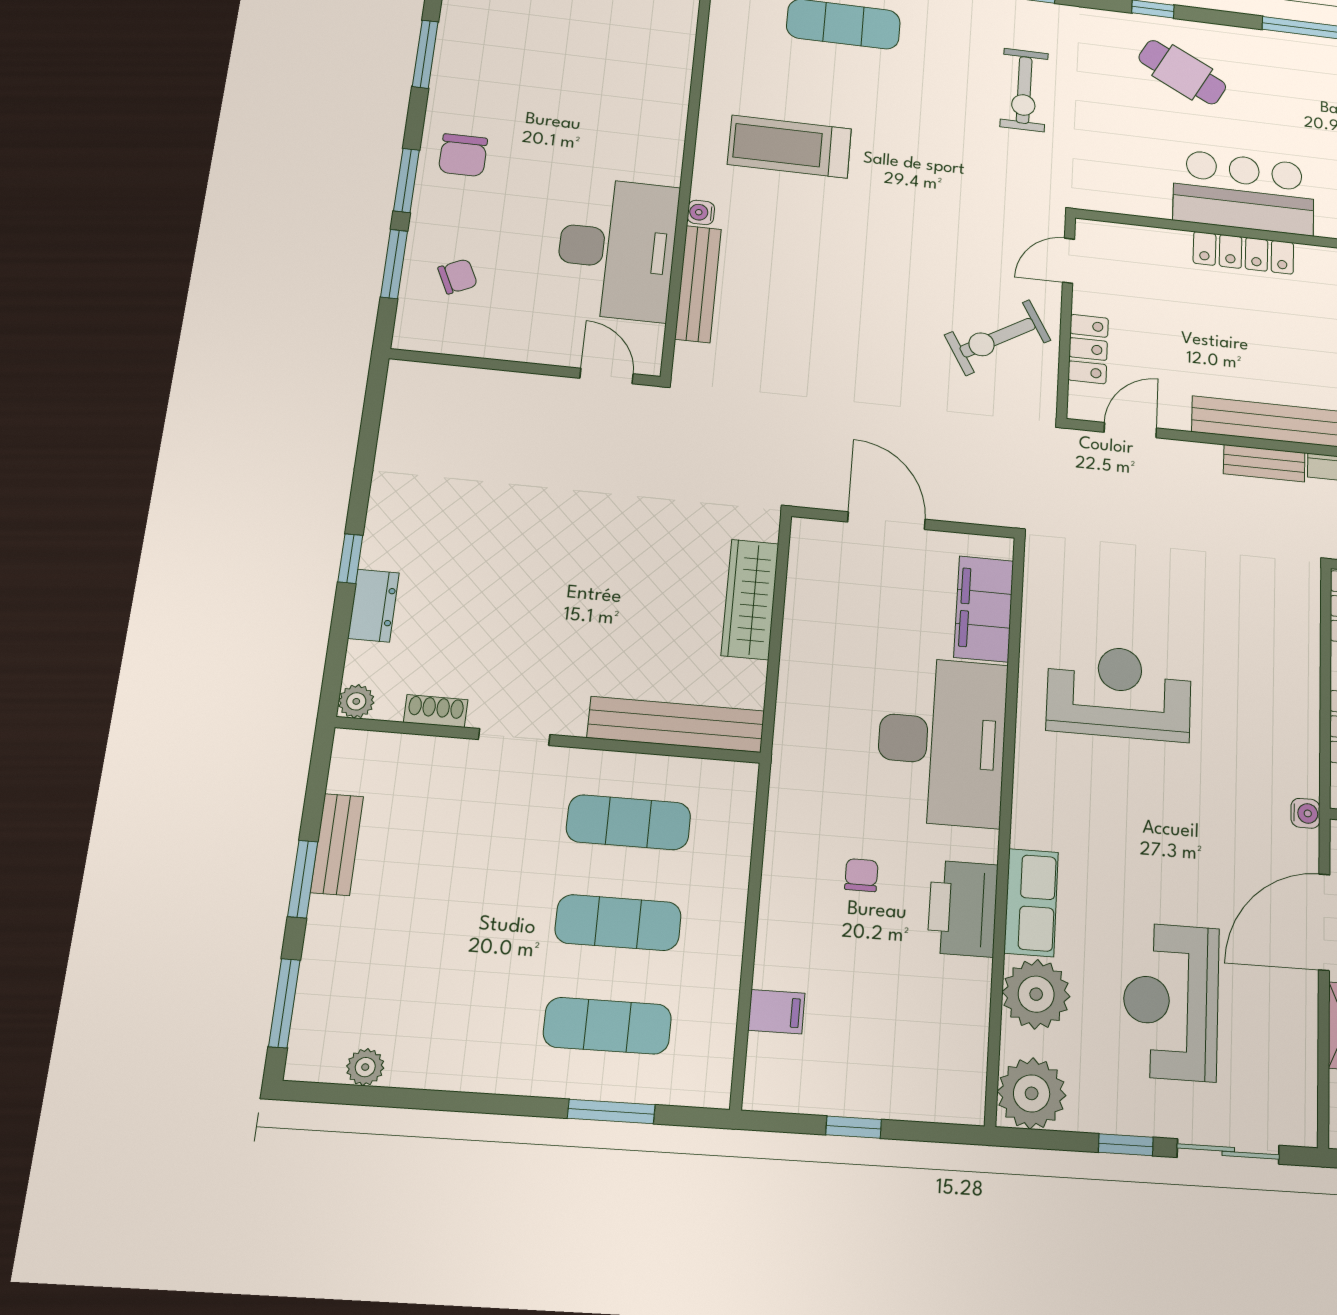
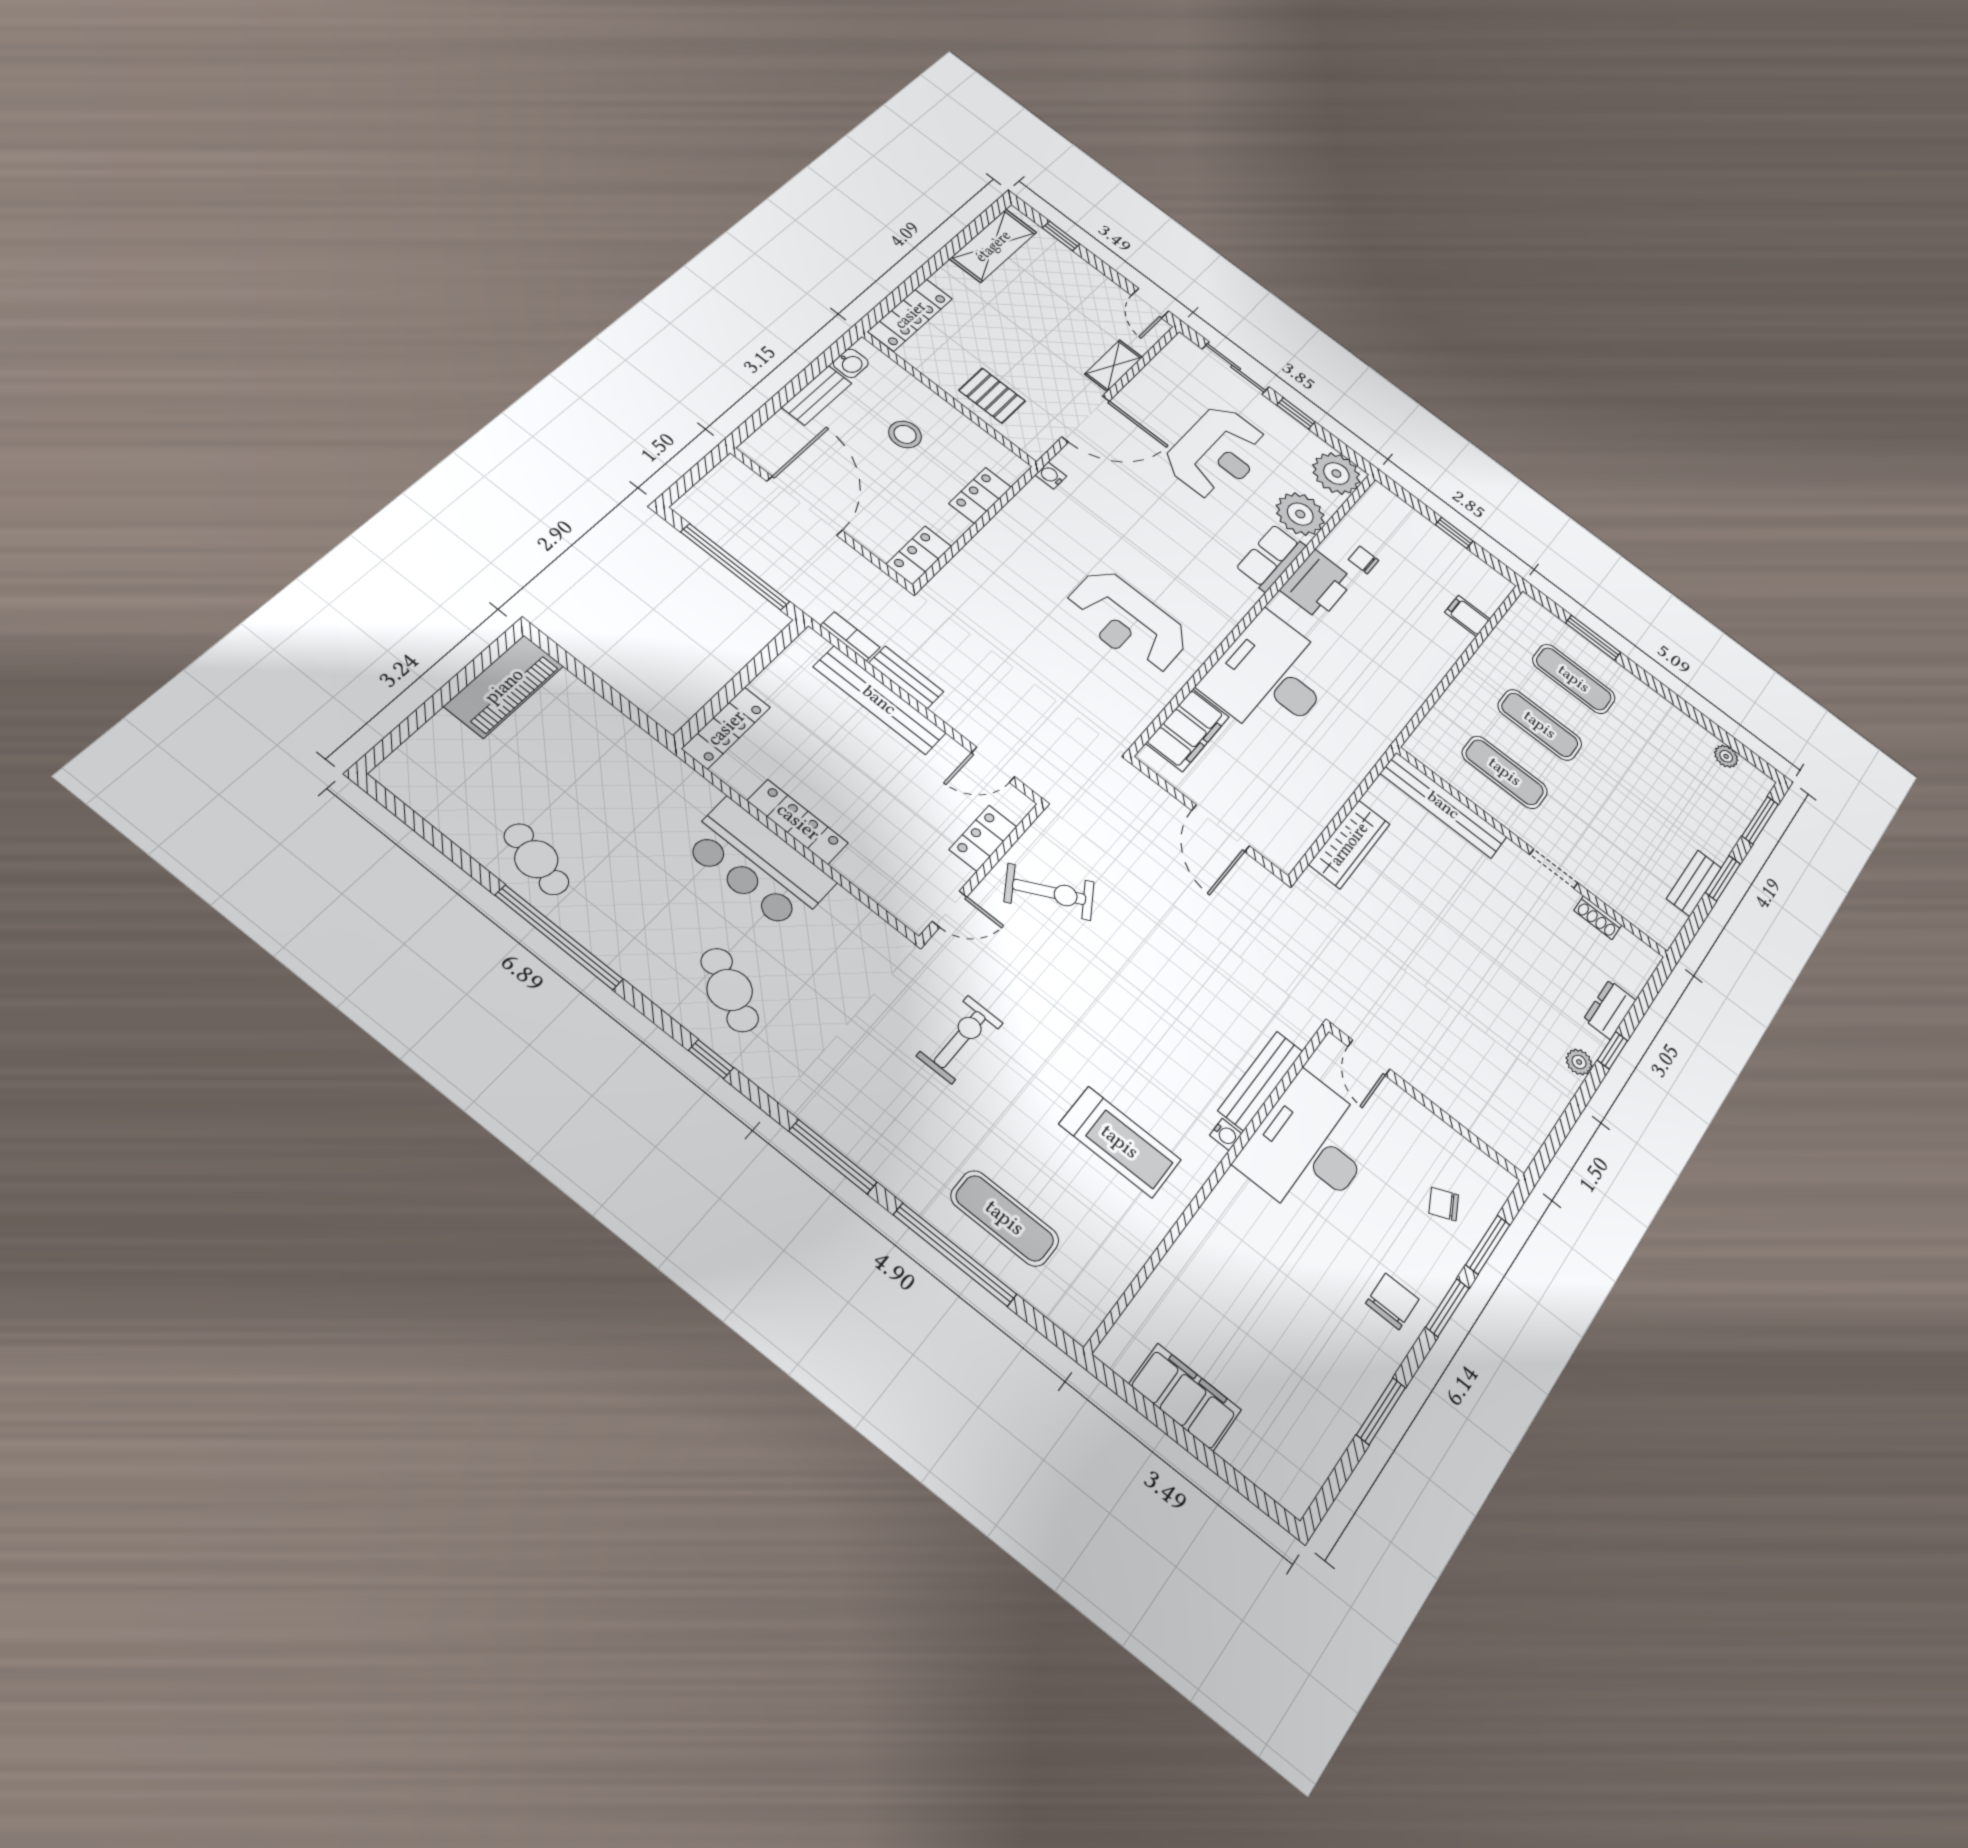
exercise bike: (1024, 90) -> (960, 1039), moved
plant: (356, 701) -> (1579, 1062), moved
chair: (861, 875) -> (1364, 560), moved, turned 90

